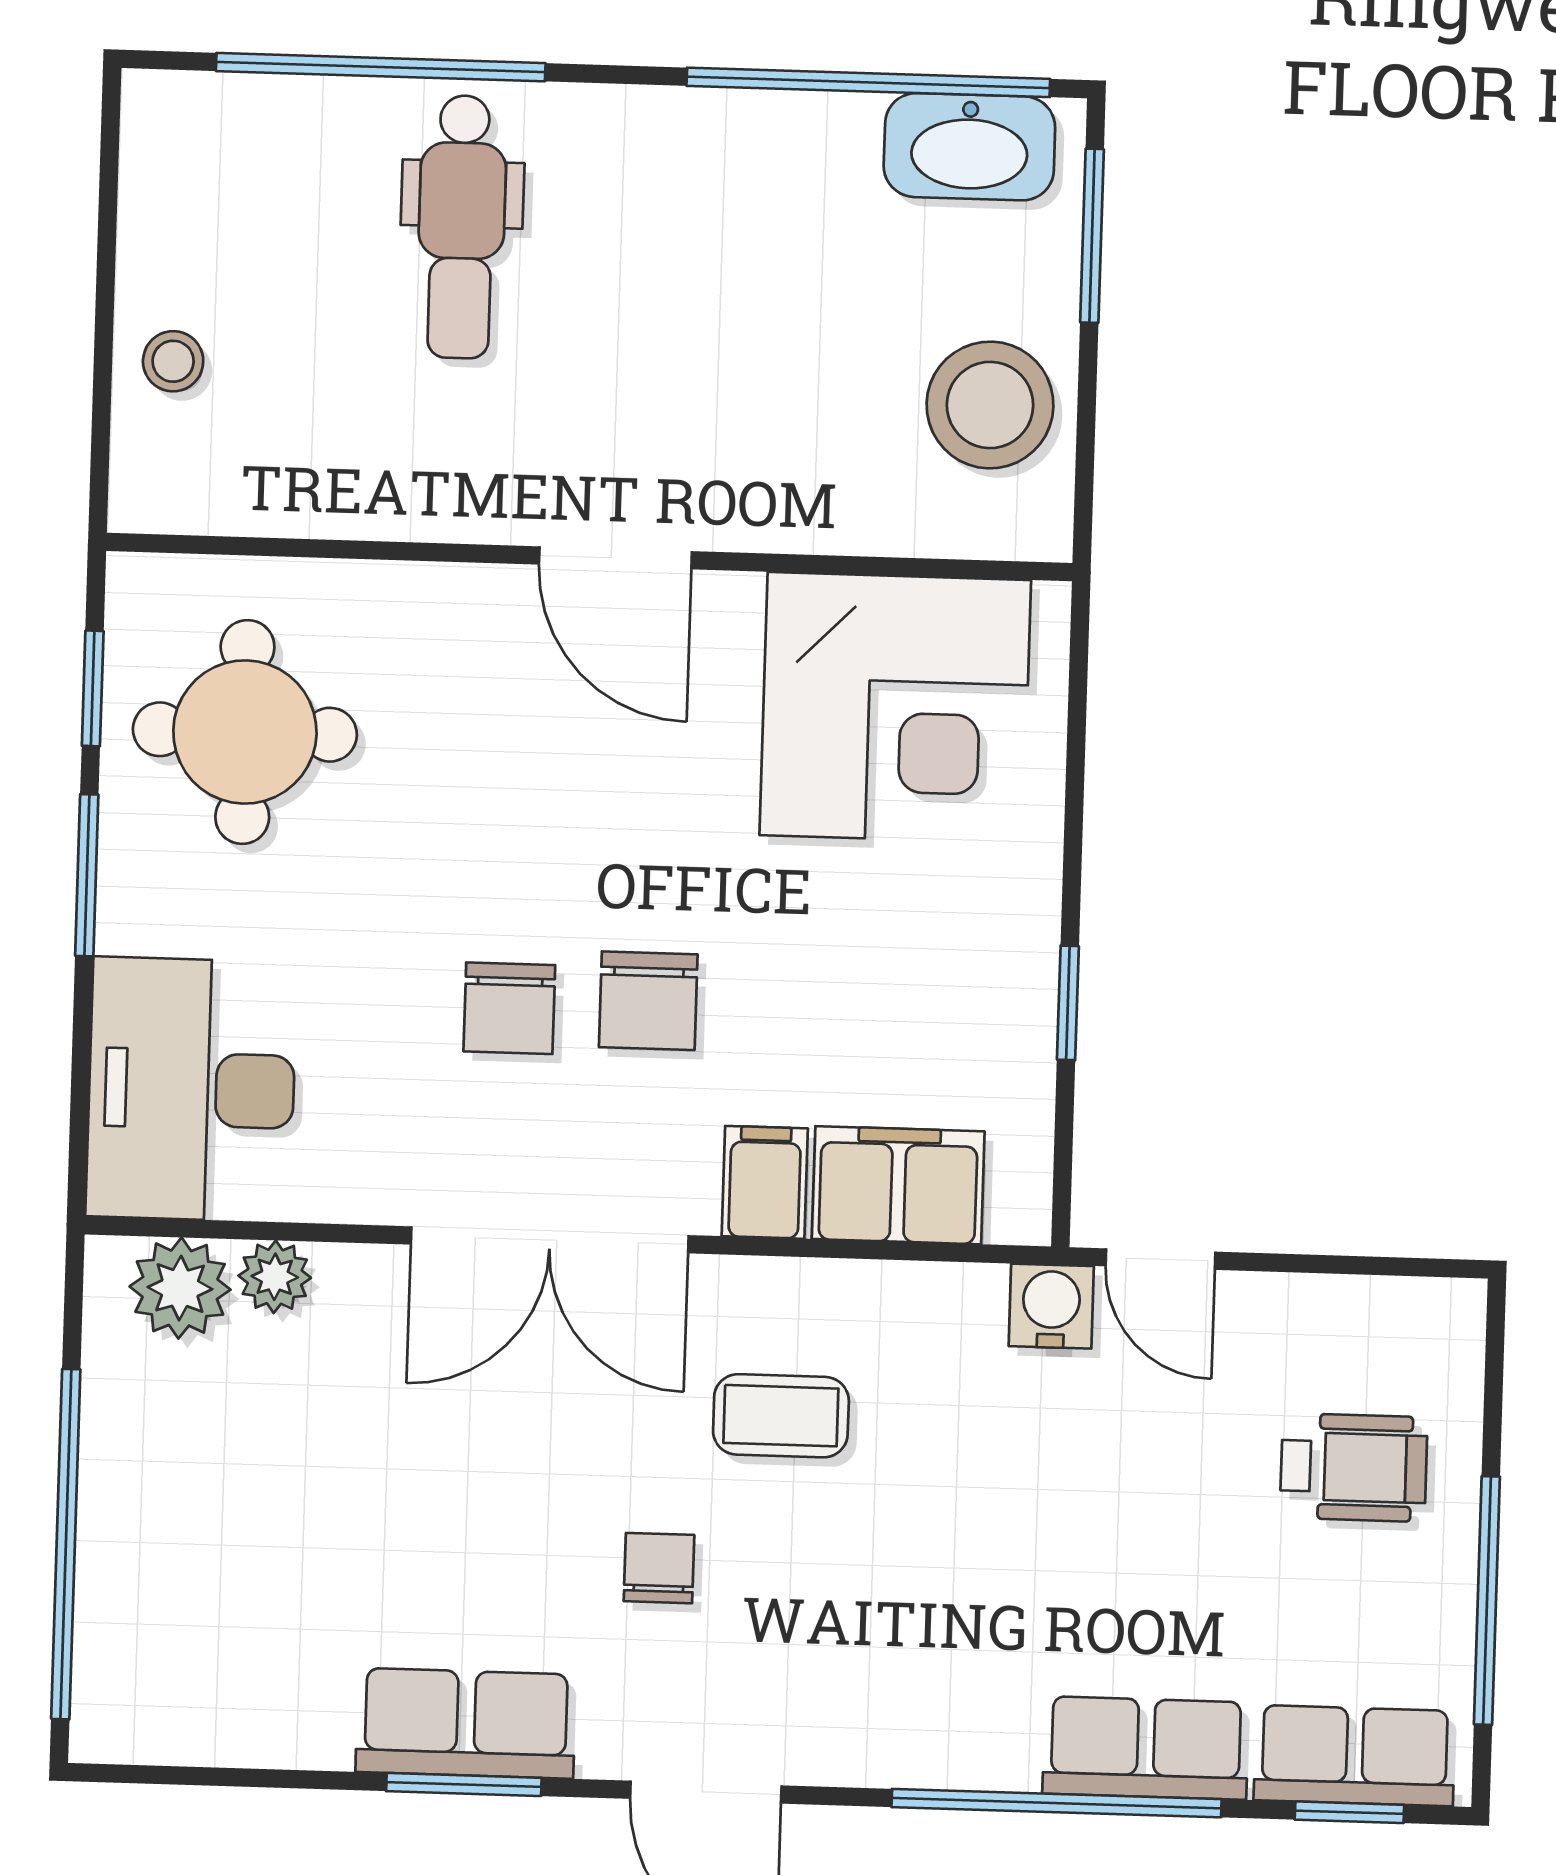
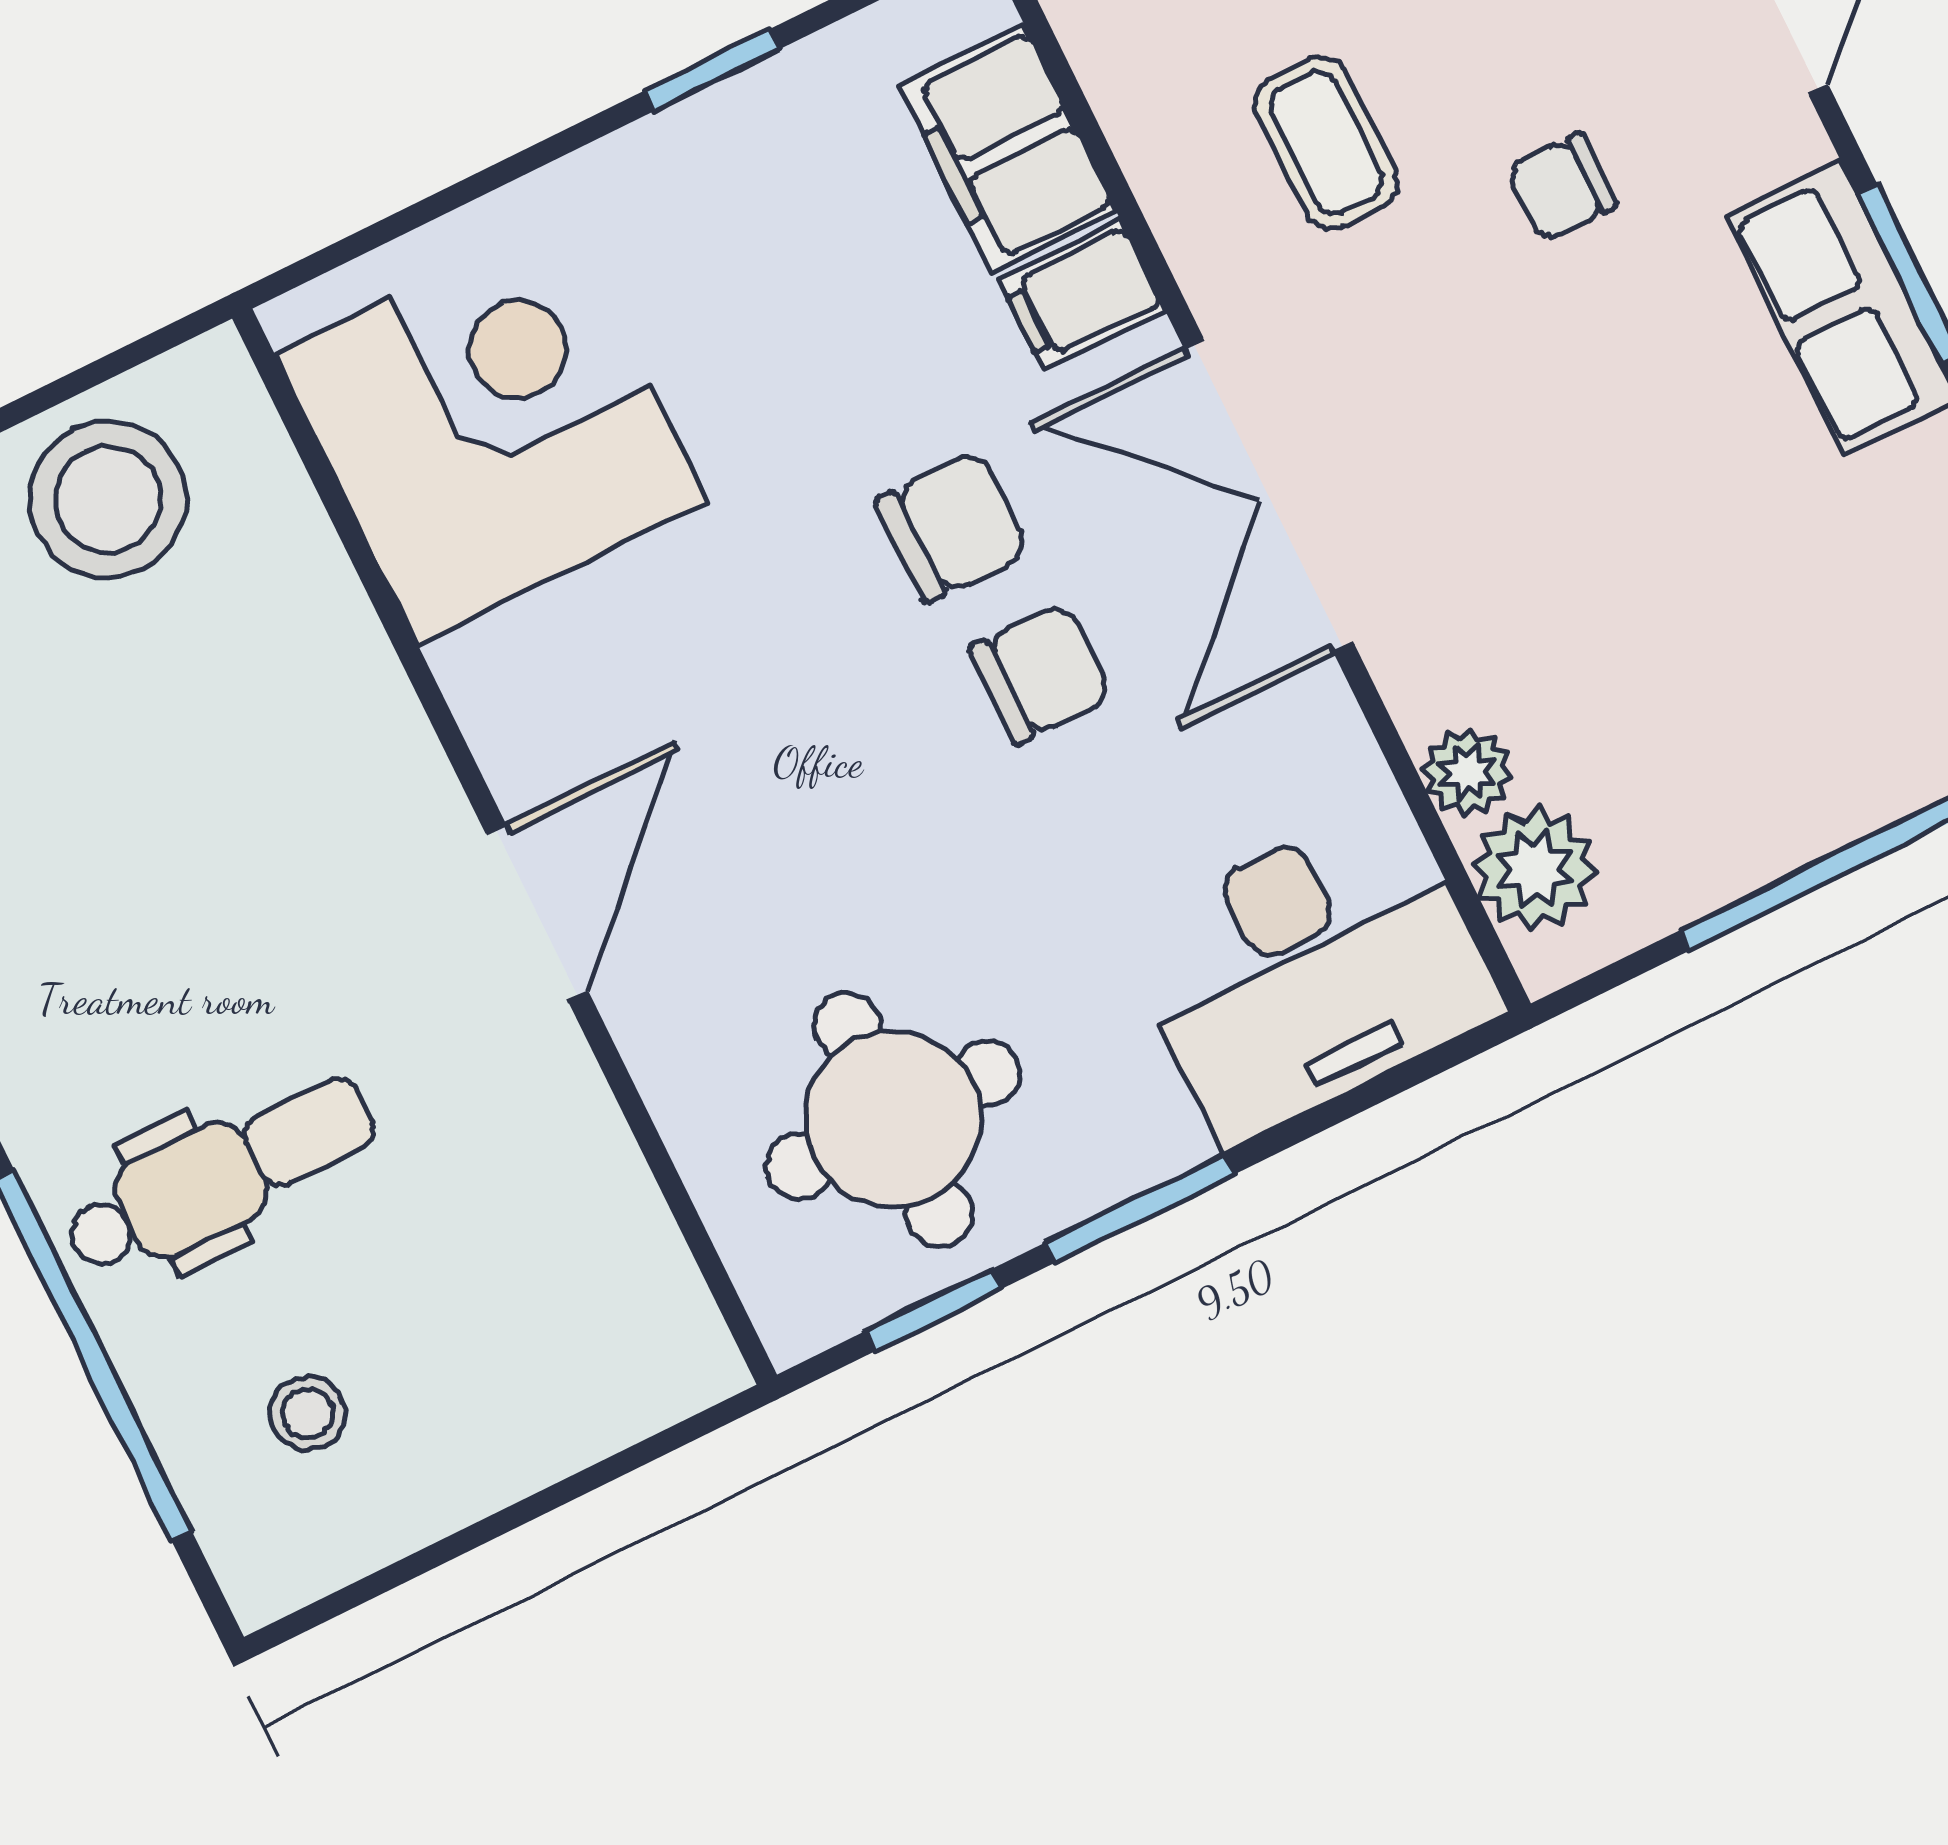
stool: (173, 361) -> (308, 1414), moved
door: (615, 558) -> (537, 913), moved
double door: (550, 1240) -> (1269, 495), swing flipped

